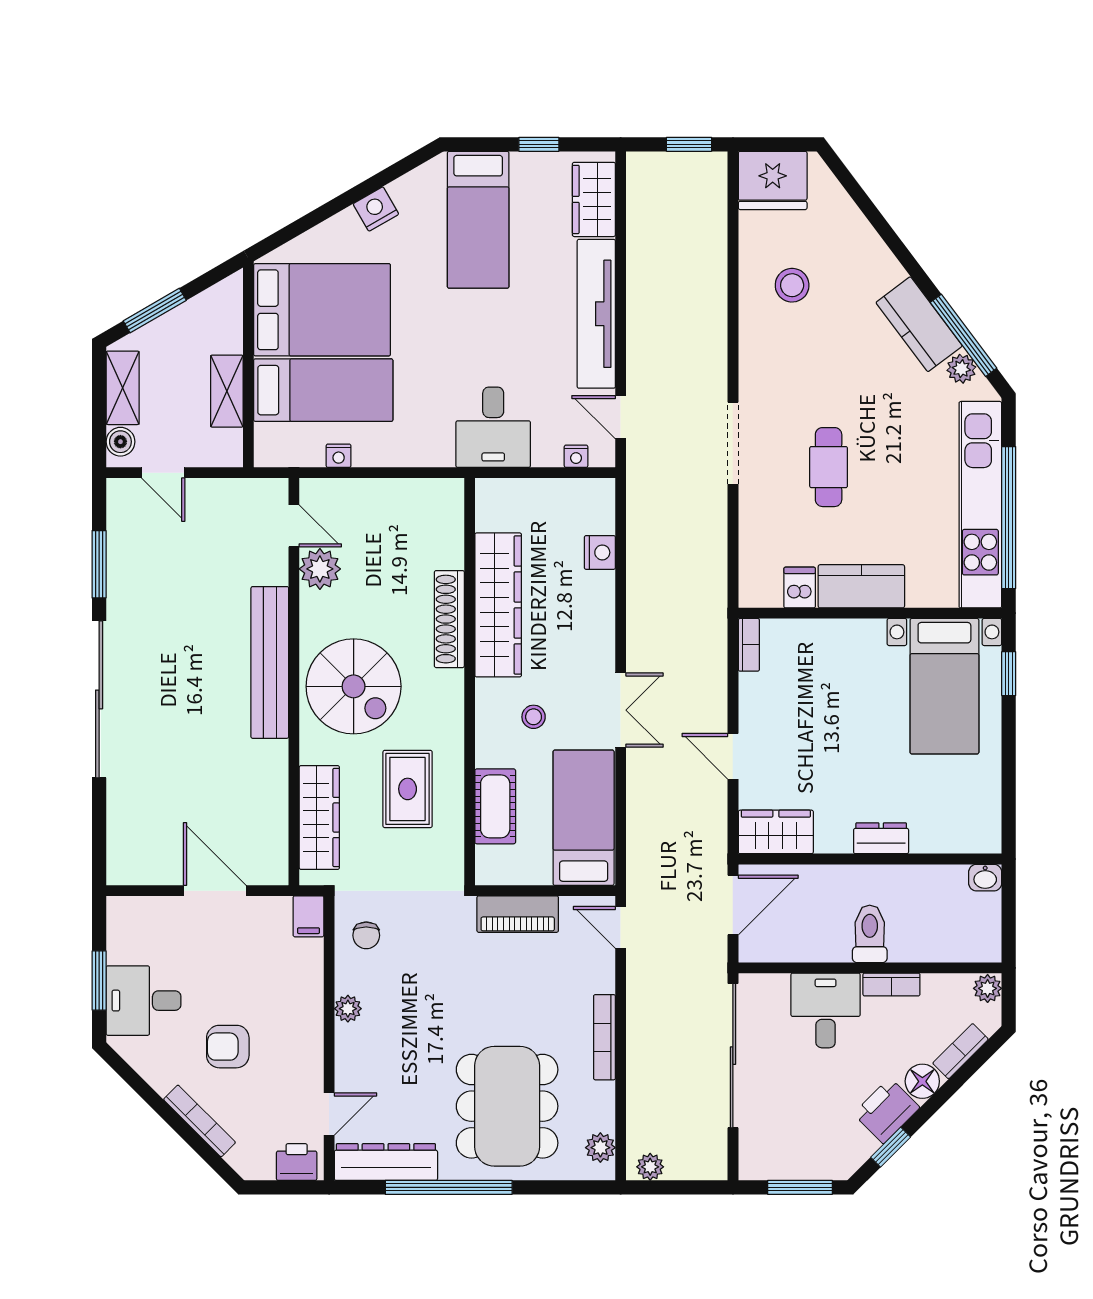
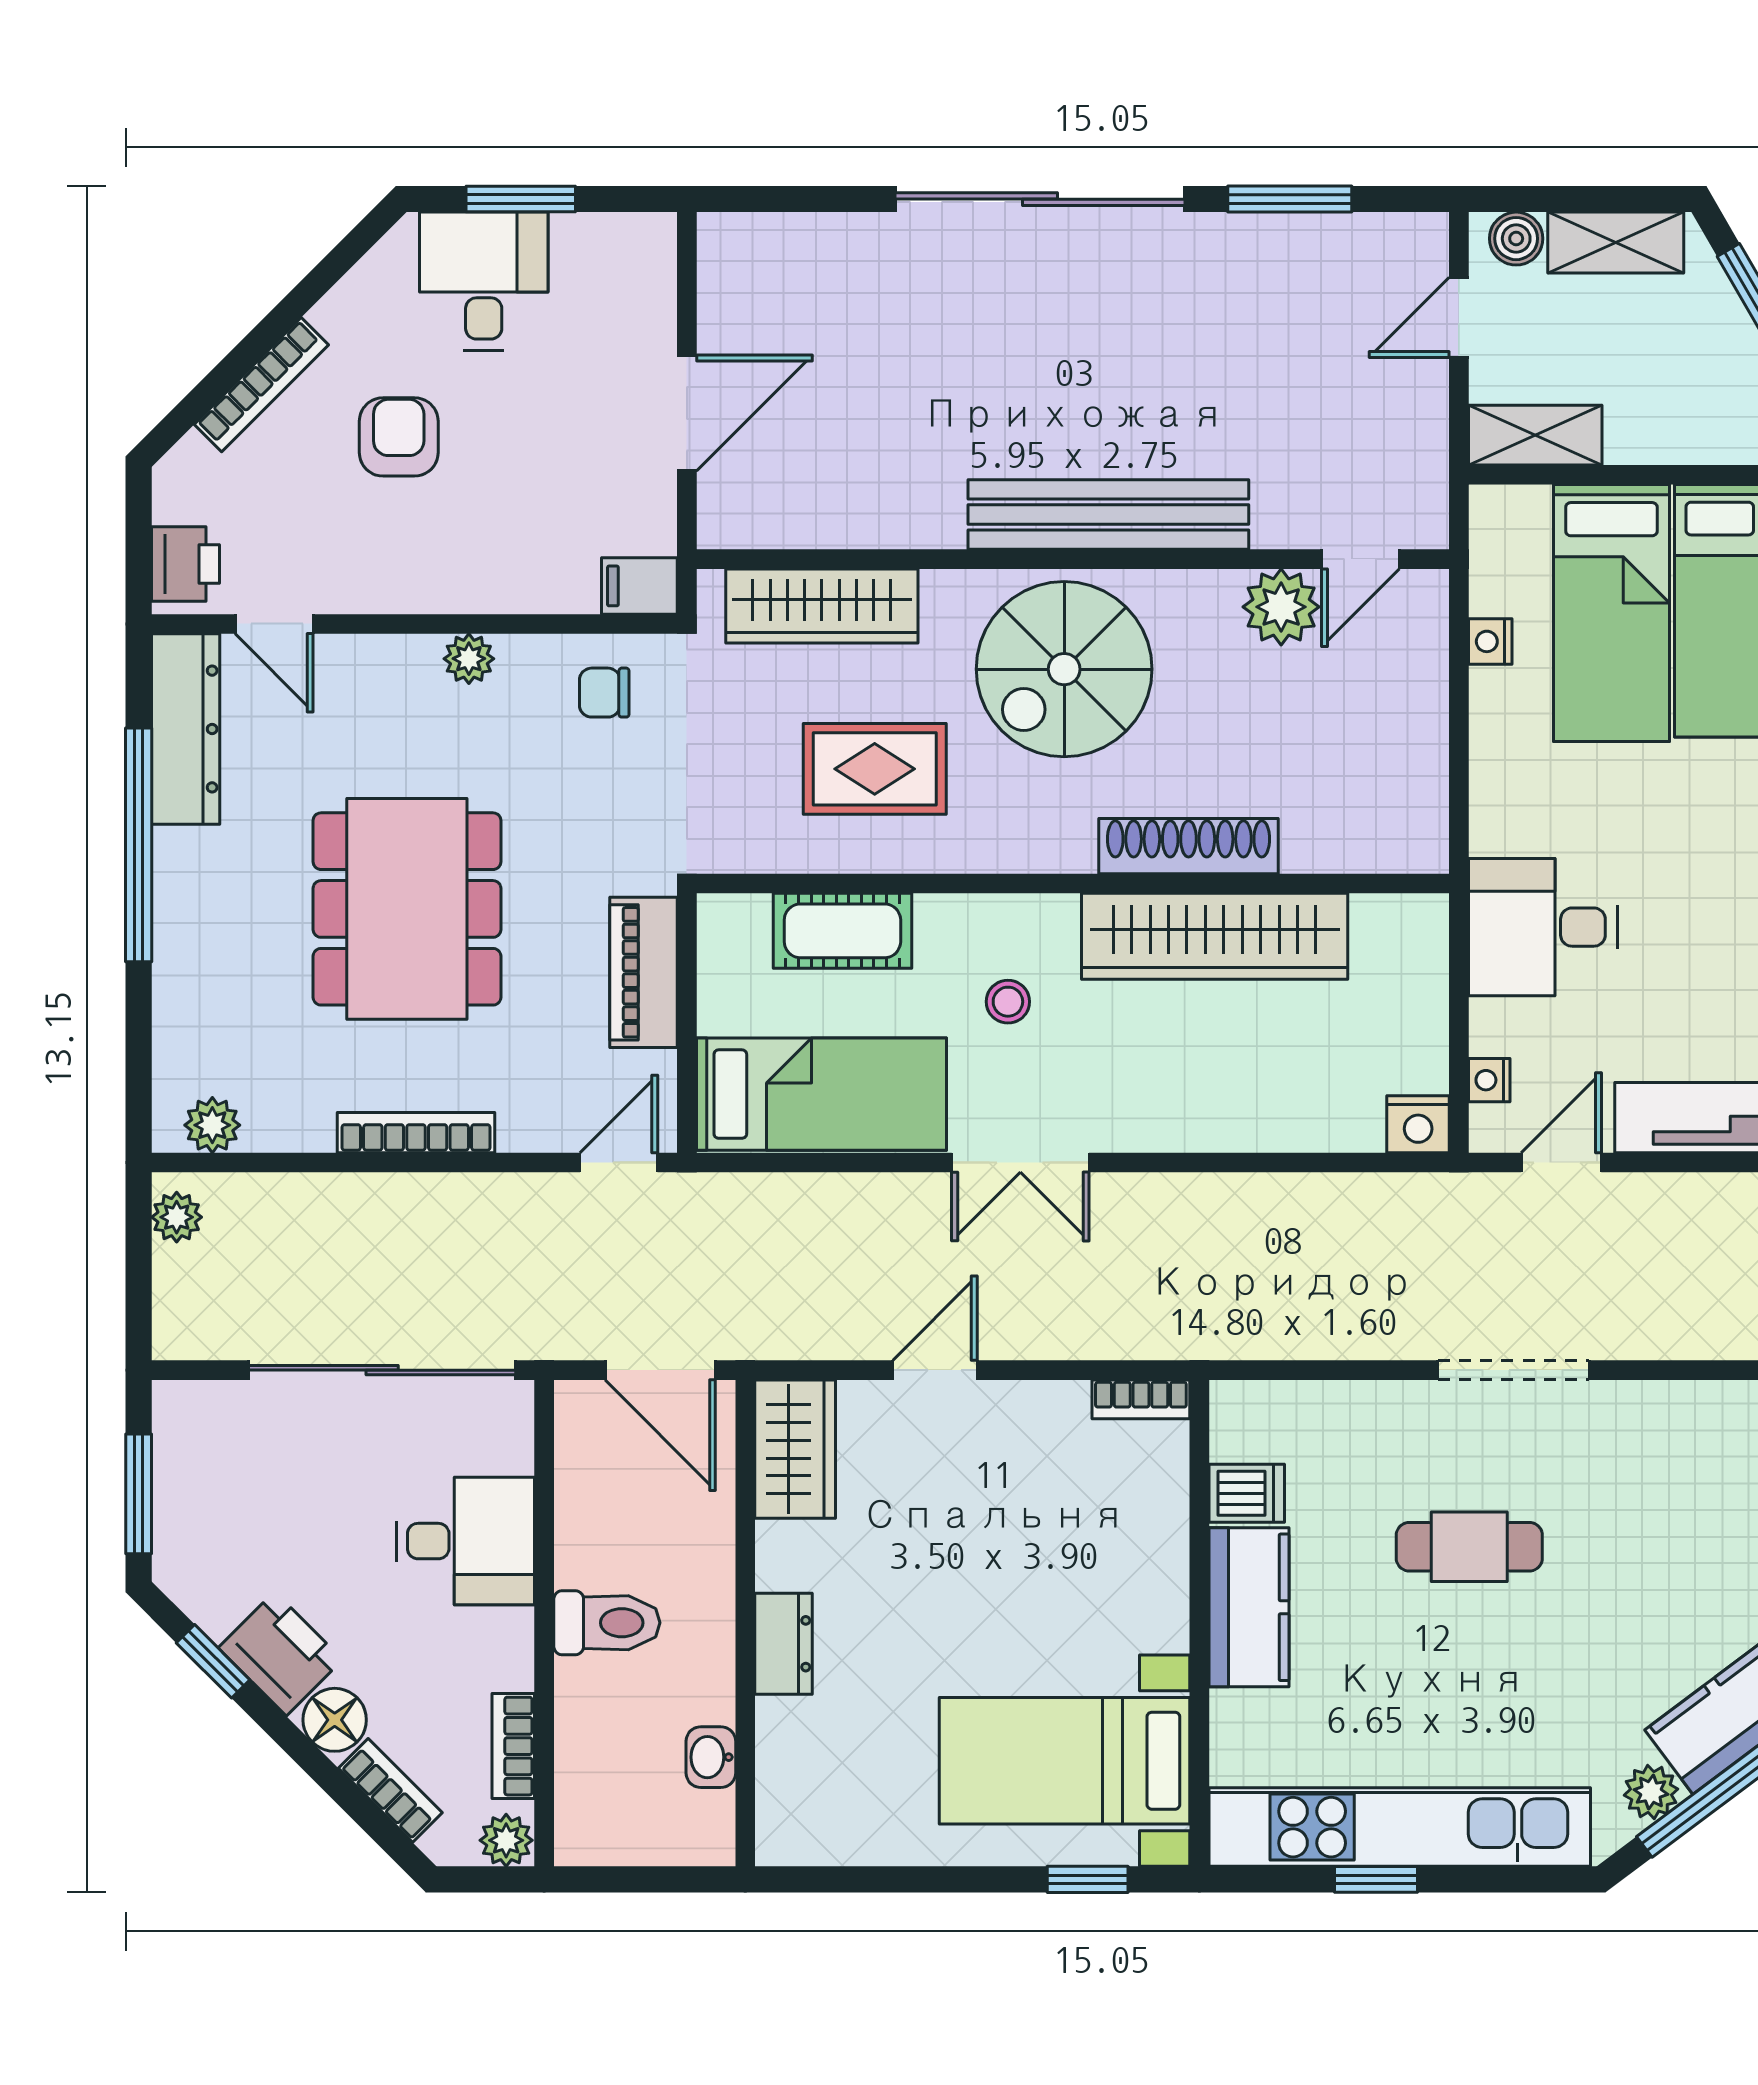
shelving: (227, 391) -> (1535, 435), moved
window: (1009, 518) -> (1376, 1879), width x0.32
nightstand: (600, 552) -> (1418, 1124), moved
washbasin: (985, 878) -> (711, 1757), moved
bookcase: (891, 985) -> (513, 1746), moved
dining table: (507, 1106) -> (407, 909), moved, turned 90

